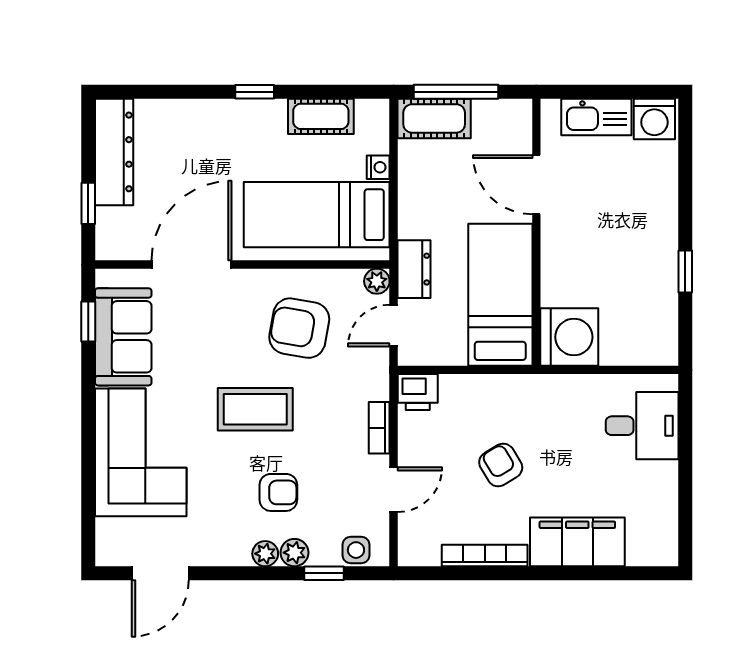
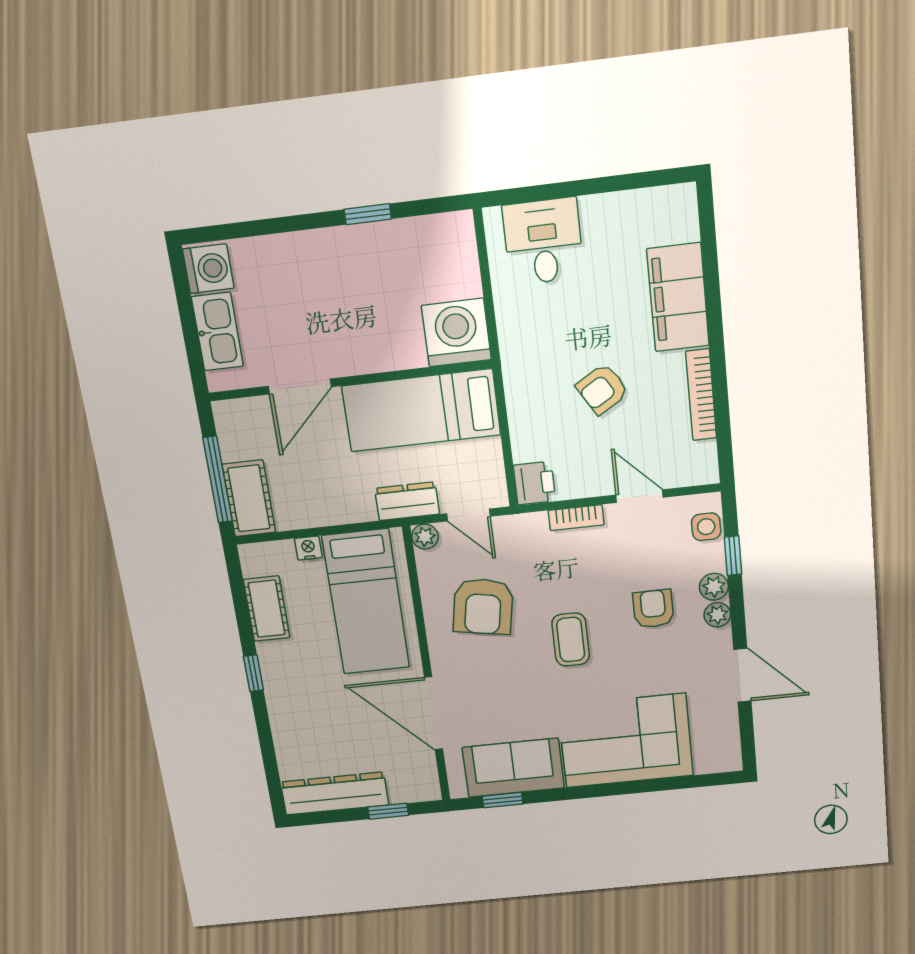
coffee table: (255, 409) -> (571, 640), width x0.73, depth x0.77
door: (160, 573) -> (742, 675), moved

